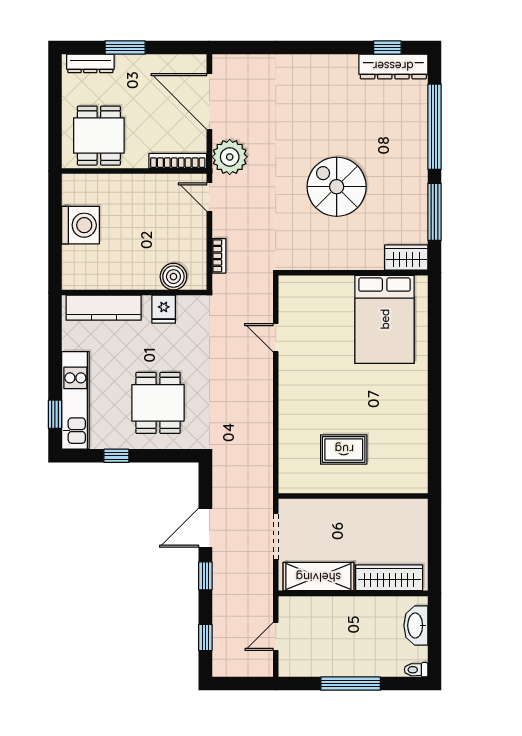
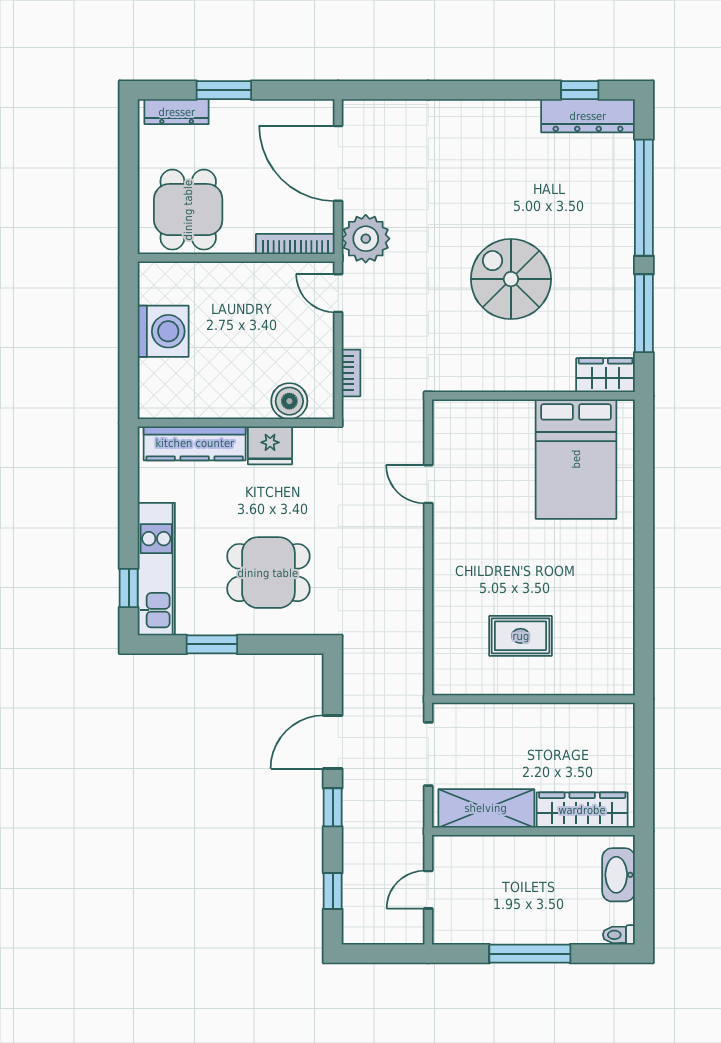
fridge: (164, 309) -> (270, 445), width x1.38
dining table: (158, 403) -> (268, 573), turned 90
window: (116, 456) -> (212, 644), width x1.50

